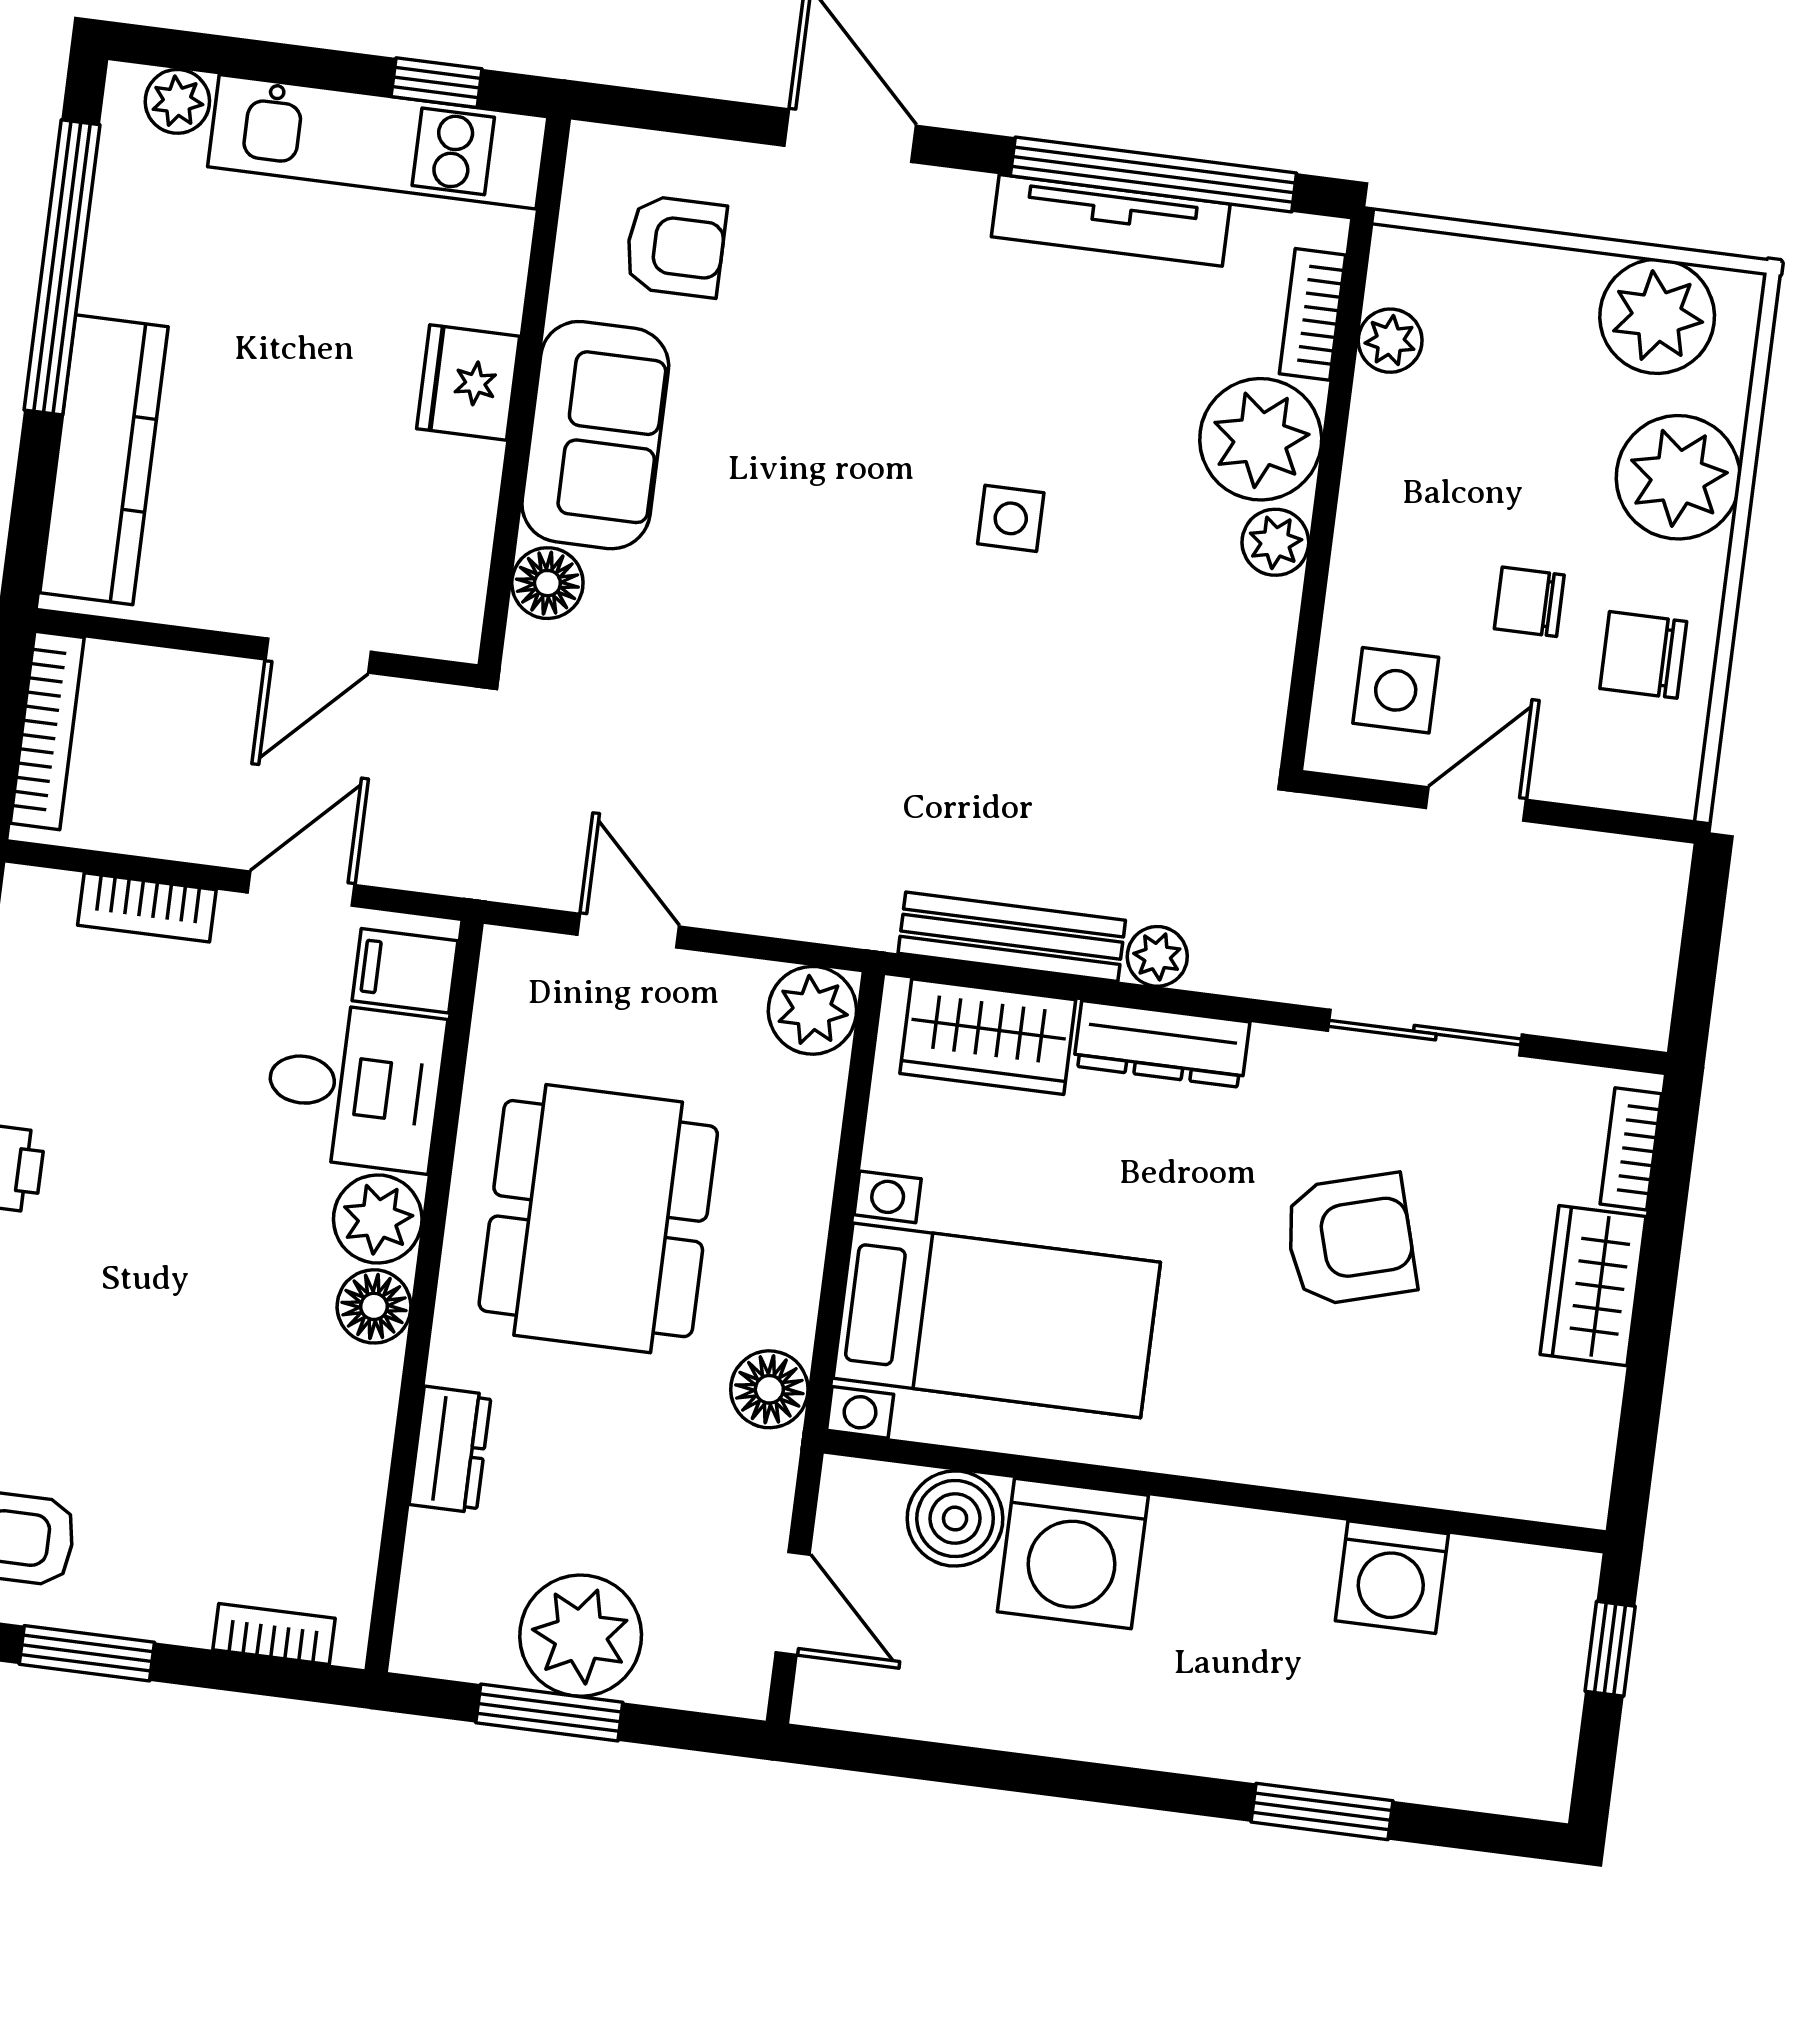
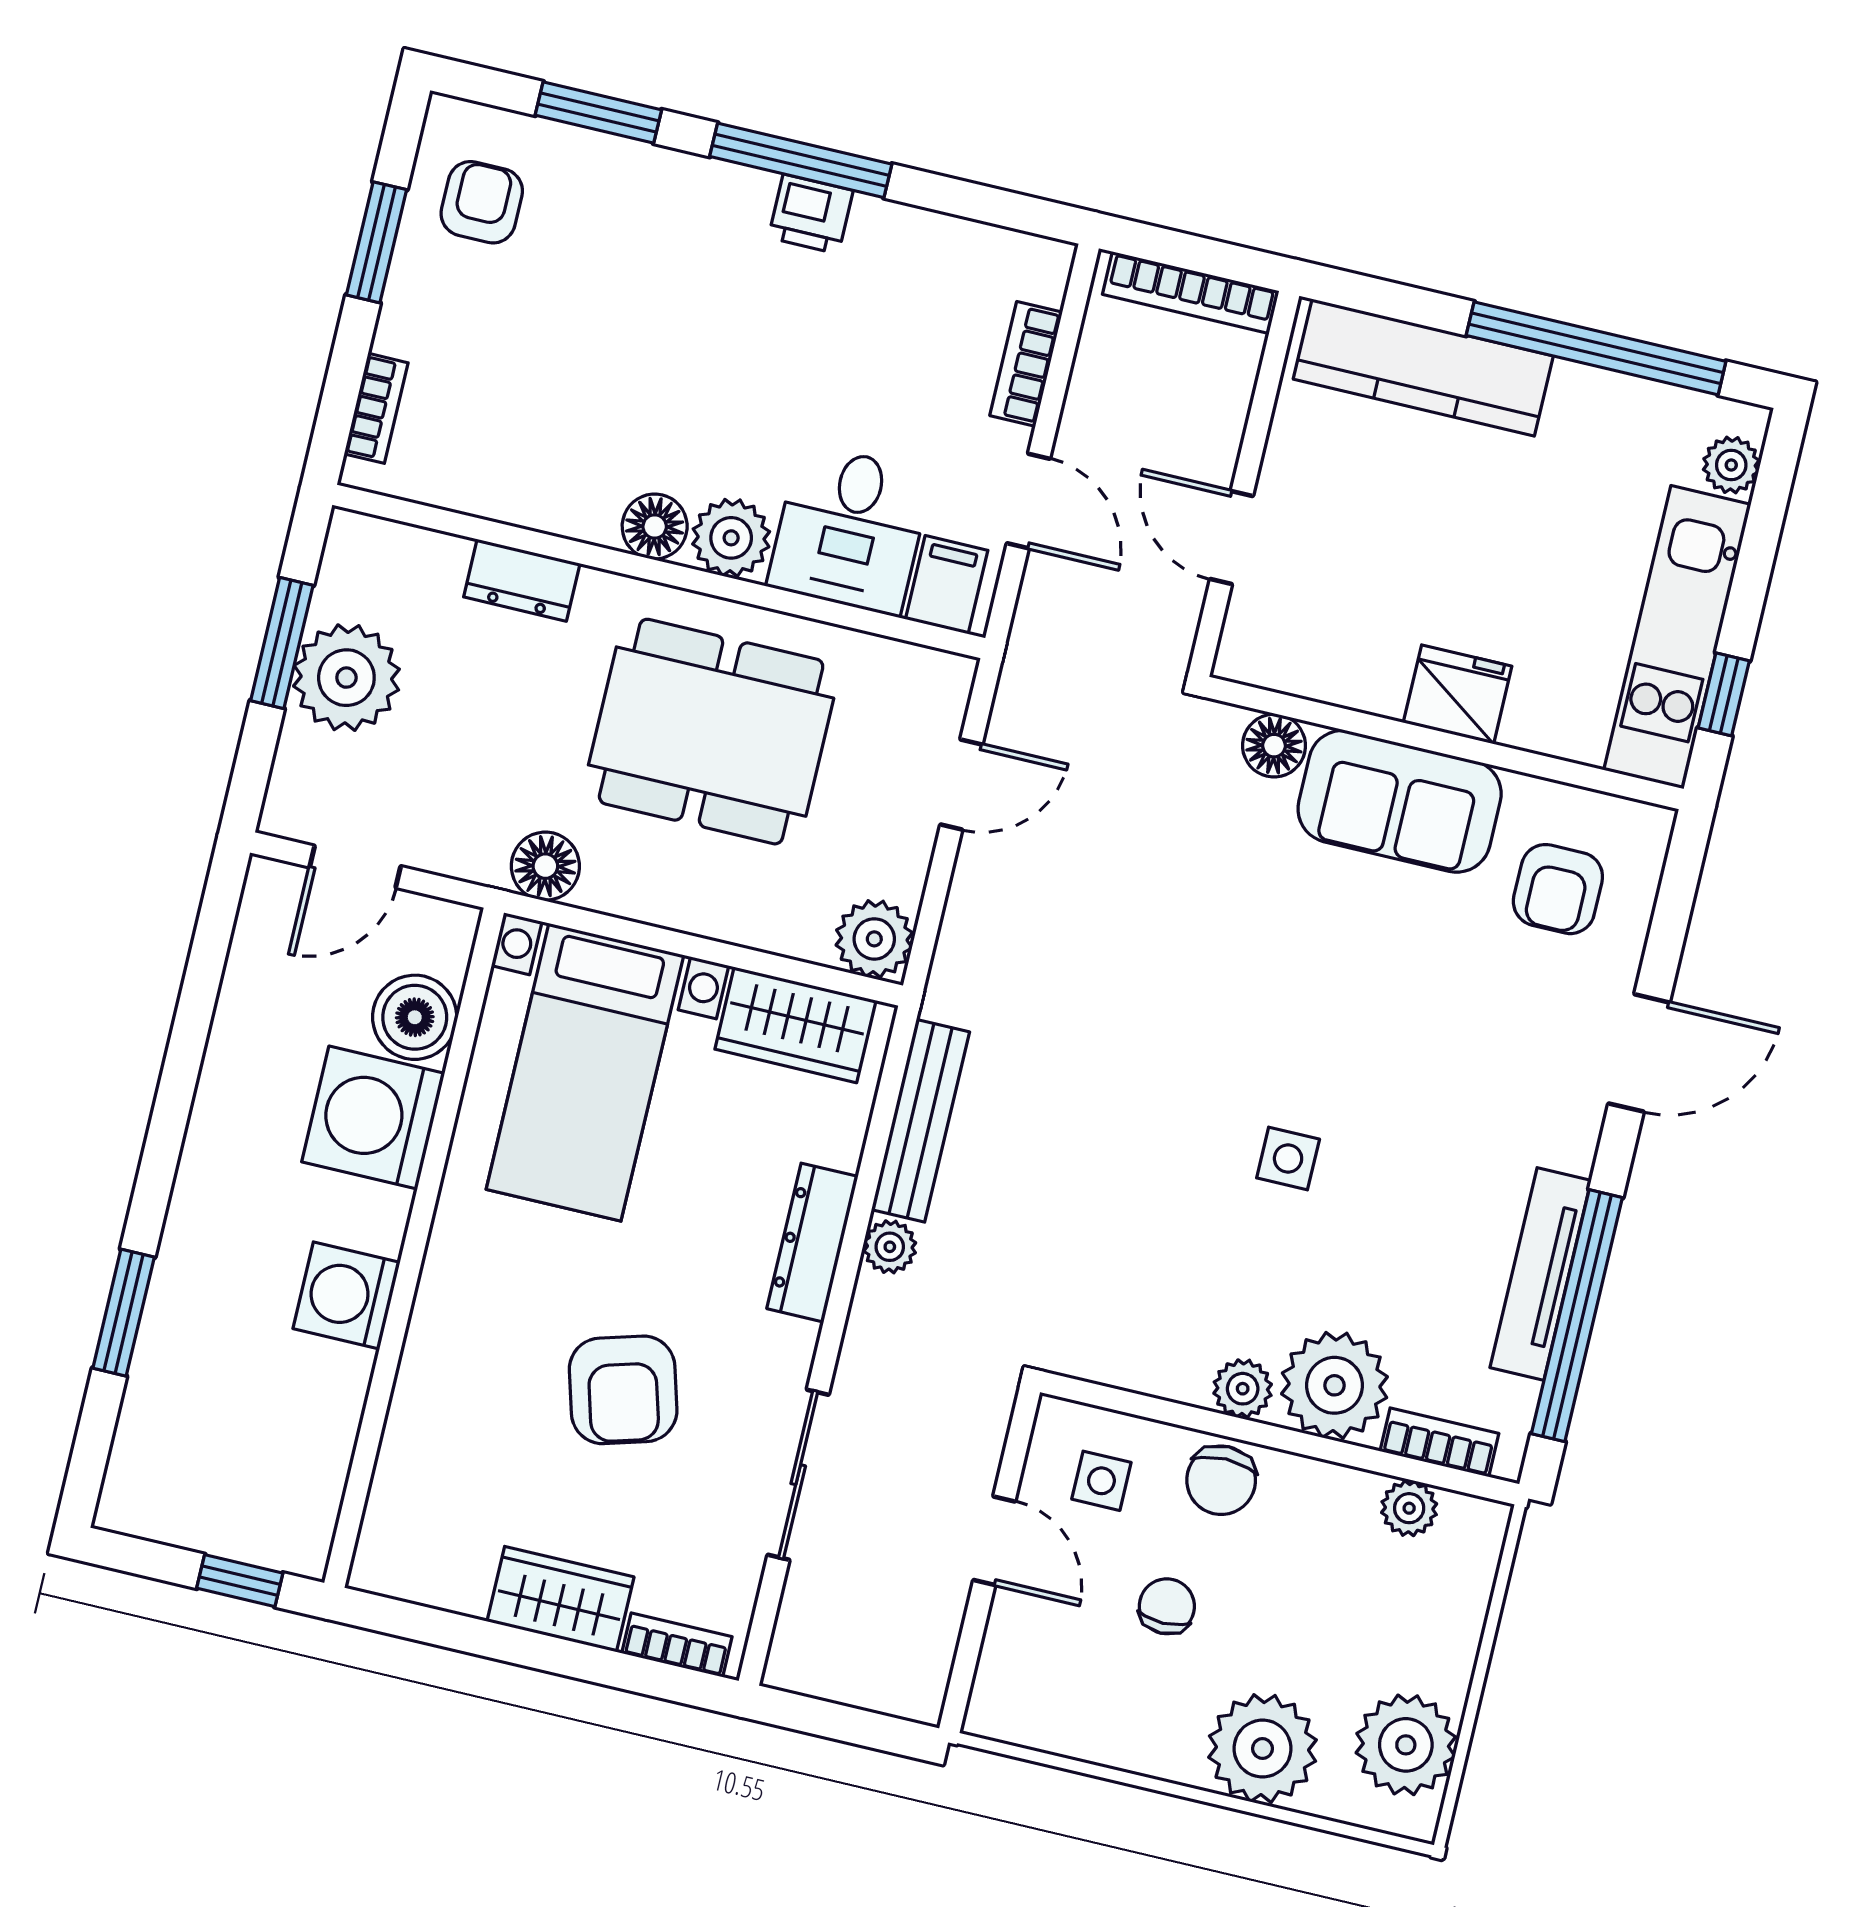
chair: (1643, 655) -> (1221, 1480), moved, turned 180
side table: (1396, 690) -> (1101, 1481), width x0.73, depth x0.73
wardrobe: (988, 1037) -> (795, 1025), moved, turned -90
washing machine: (1392, 1577) -> (346, 1295), moved

